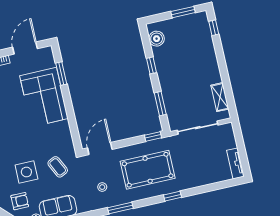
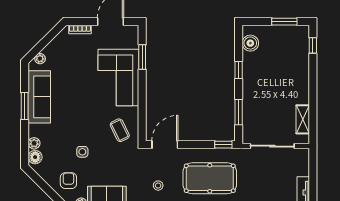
coffee table: (58, 167) -> (120, 130), moved
side table: (26, 172) -> (82, 152), width x0.54, depth x0.54
armchair: (20, 201) -> (68, 181), turned -90

